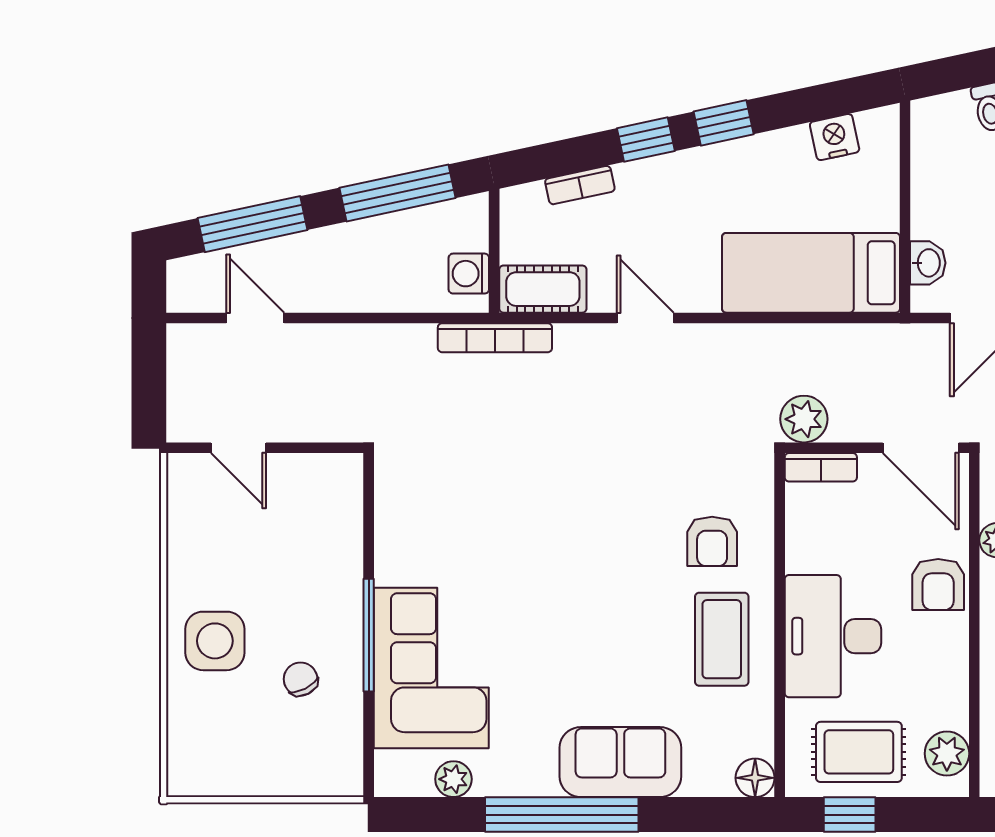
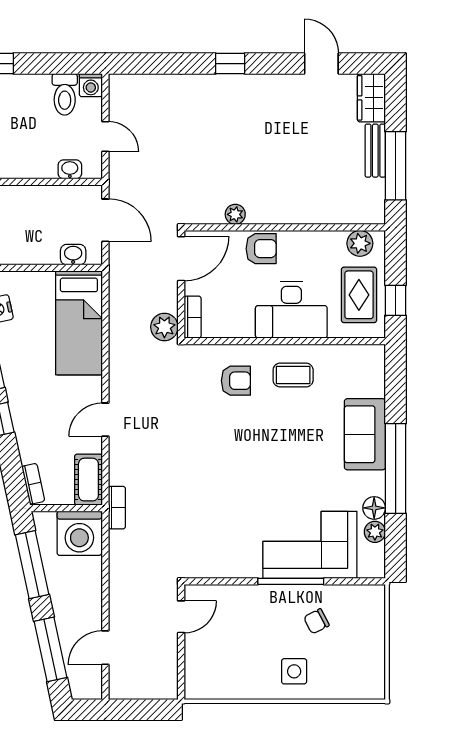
bookcase: (580, 185) -> (33, 484), moved
washing machine: (469, 274) -> (79, 533), width x1.89, depth x1.89
bookcase: (495, 338) -> (117, 508), width x0.64
door: (238, 448) -> (181, 617), moved
coffee table: (722, 639) -> (293, 375), width x0.73, depth x0.77
side table: (215, 641) -> (294, 671), width x0.73, depth x0.73
floor lamp: (755, 778) -> (374, 508), moved

